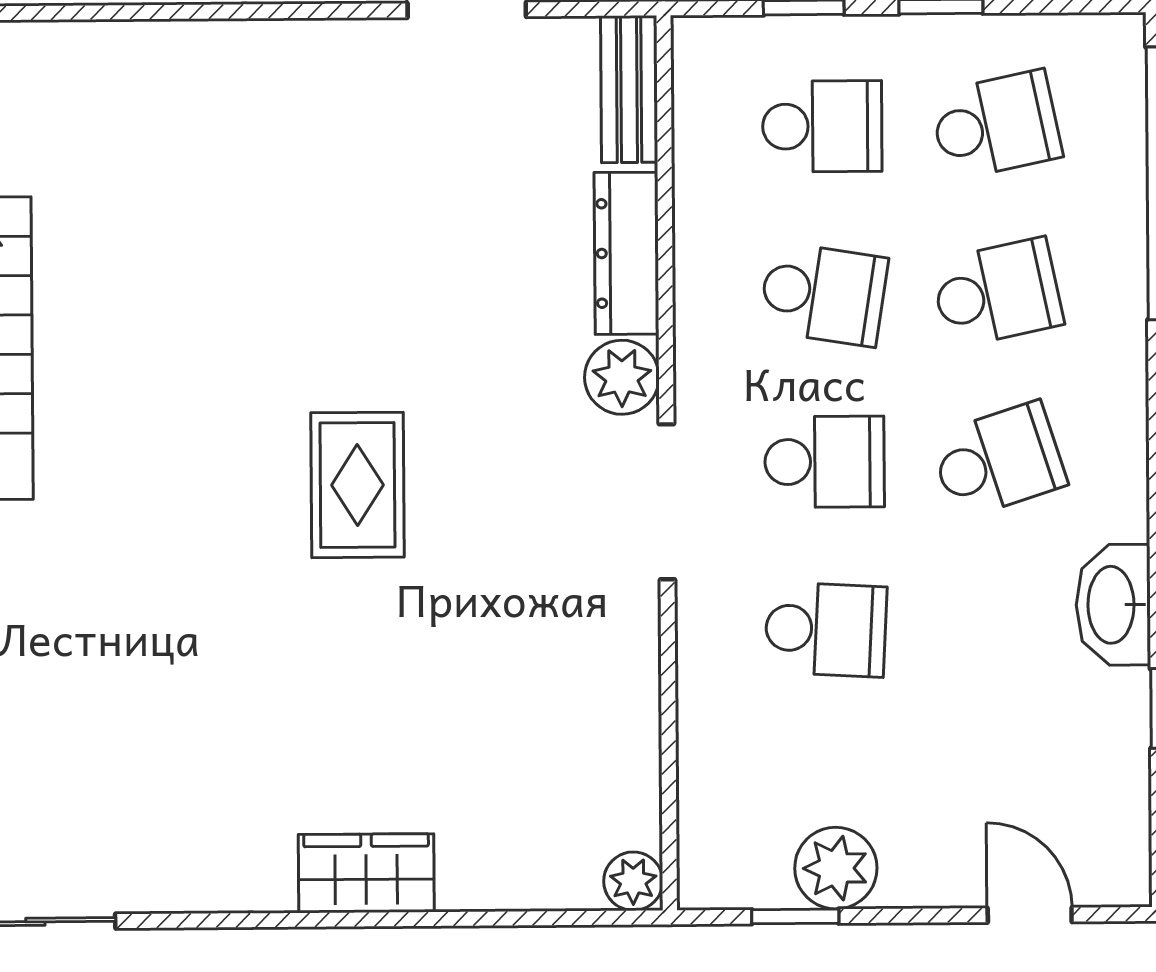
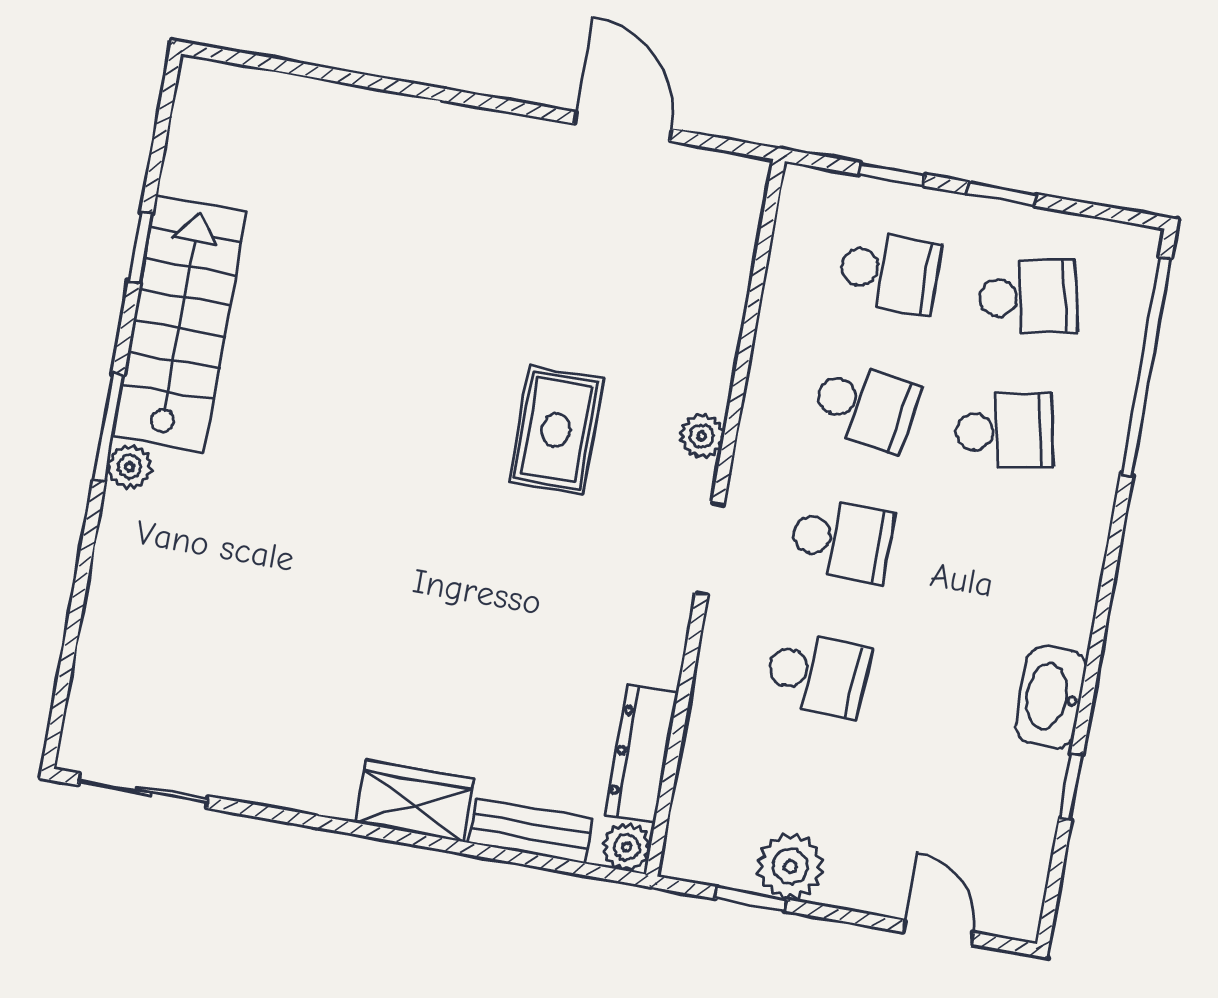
bench: (629, 89) -> (530, 831), moved, turned 90
dresser: (626, 253) -> (641, 754), moved
plant: (622, 377) -> (702, 436), width x0.73, depth x0.73
school desk: (998, 461) -> (980, 565), removed
rug: (357, 485) -> (556, 430), moved
doorway: (667, 502) -> (710, 549), width x0.73

